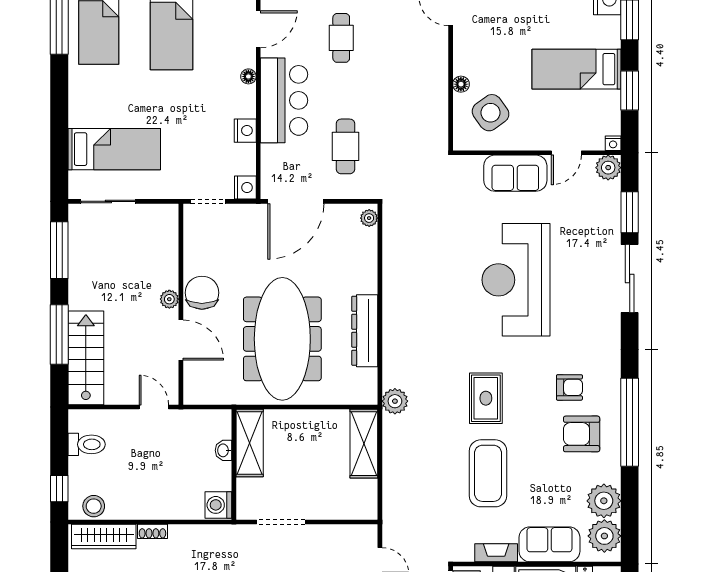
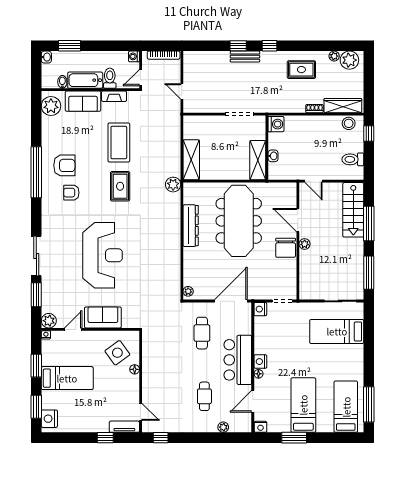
nightstand: (245, 131) -> (260, 362), moved
plant: (604, 501) -> (51, 126), removed

